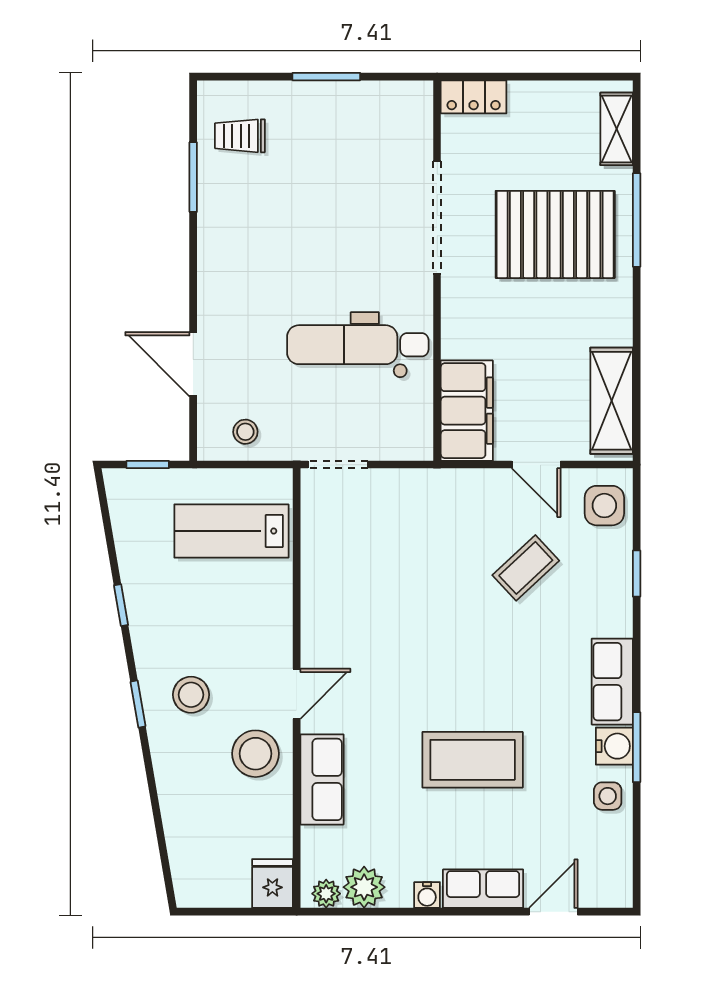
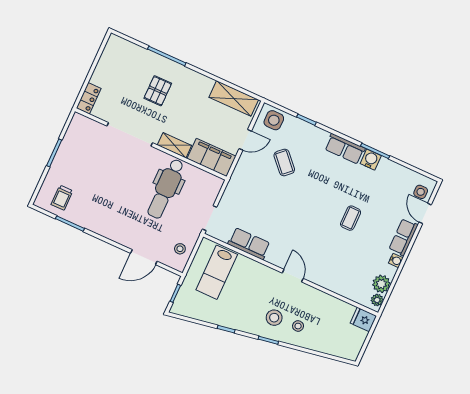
shelving: (617, 129) -> (174, 145), moved
pallet: (555, 234) -> (158, 91), width x0.49, depth x0.50
stool: (256, 754) -> (298, 326), moved, width x0.53, depth x0.53
coffee table: (473, 760) -> (351, 218), width x0.54, depth x0.58
row of seats: (322, 779) -> (249, 244), moved
side table: (608, 796) -> (421, 192), moved

